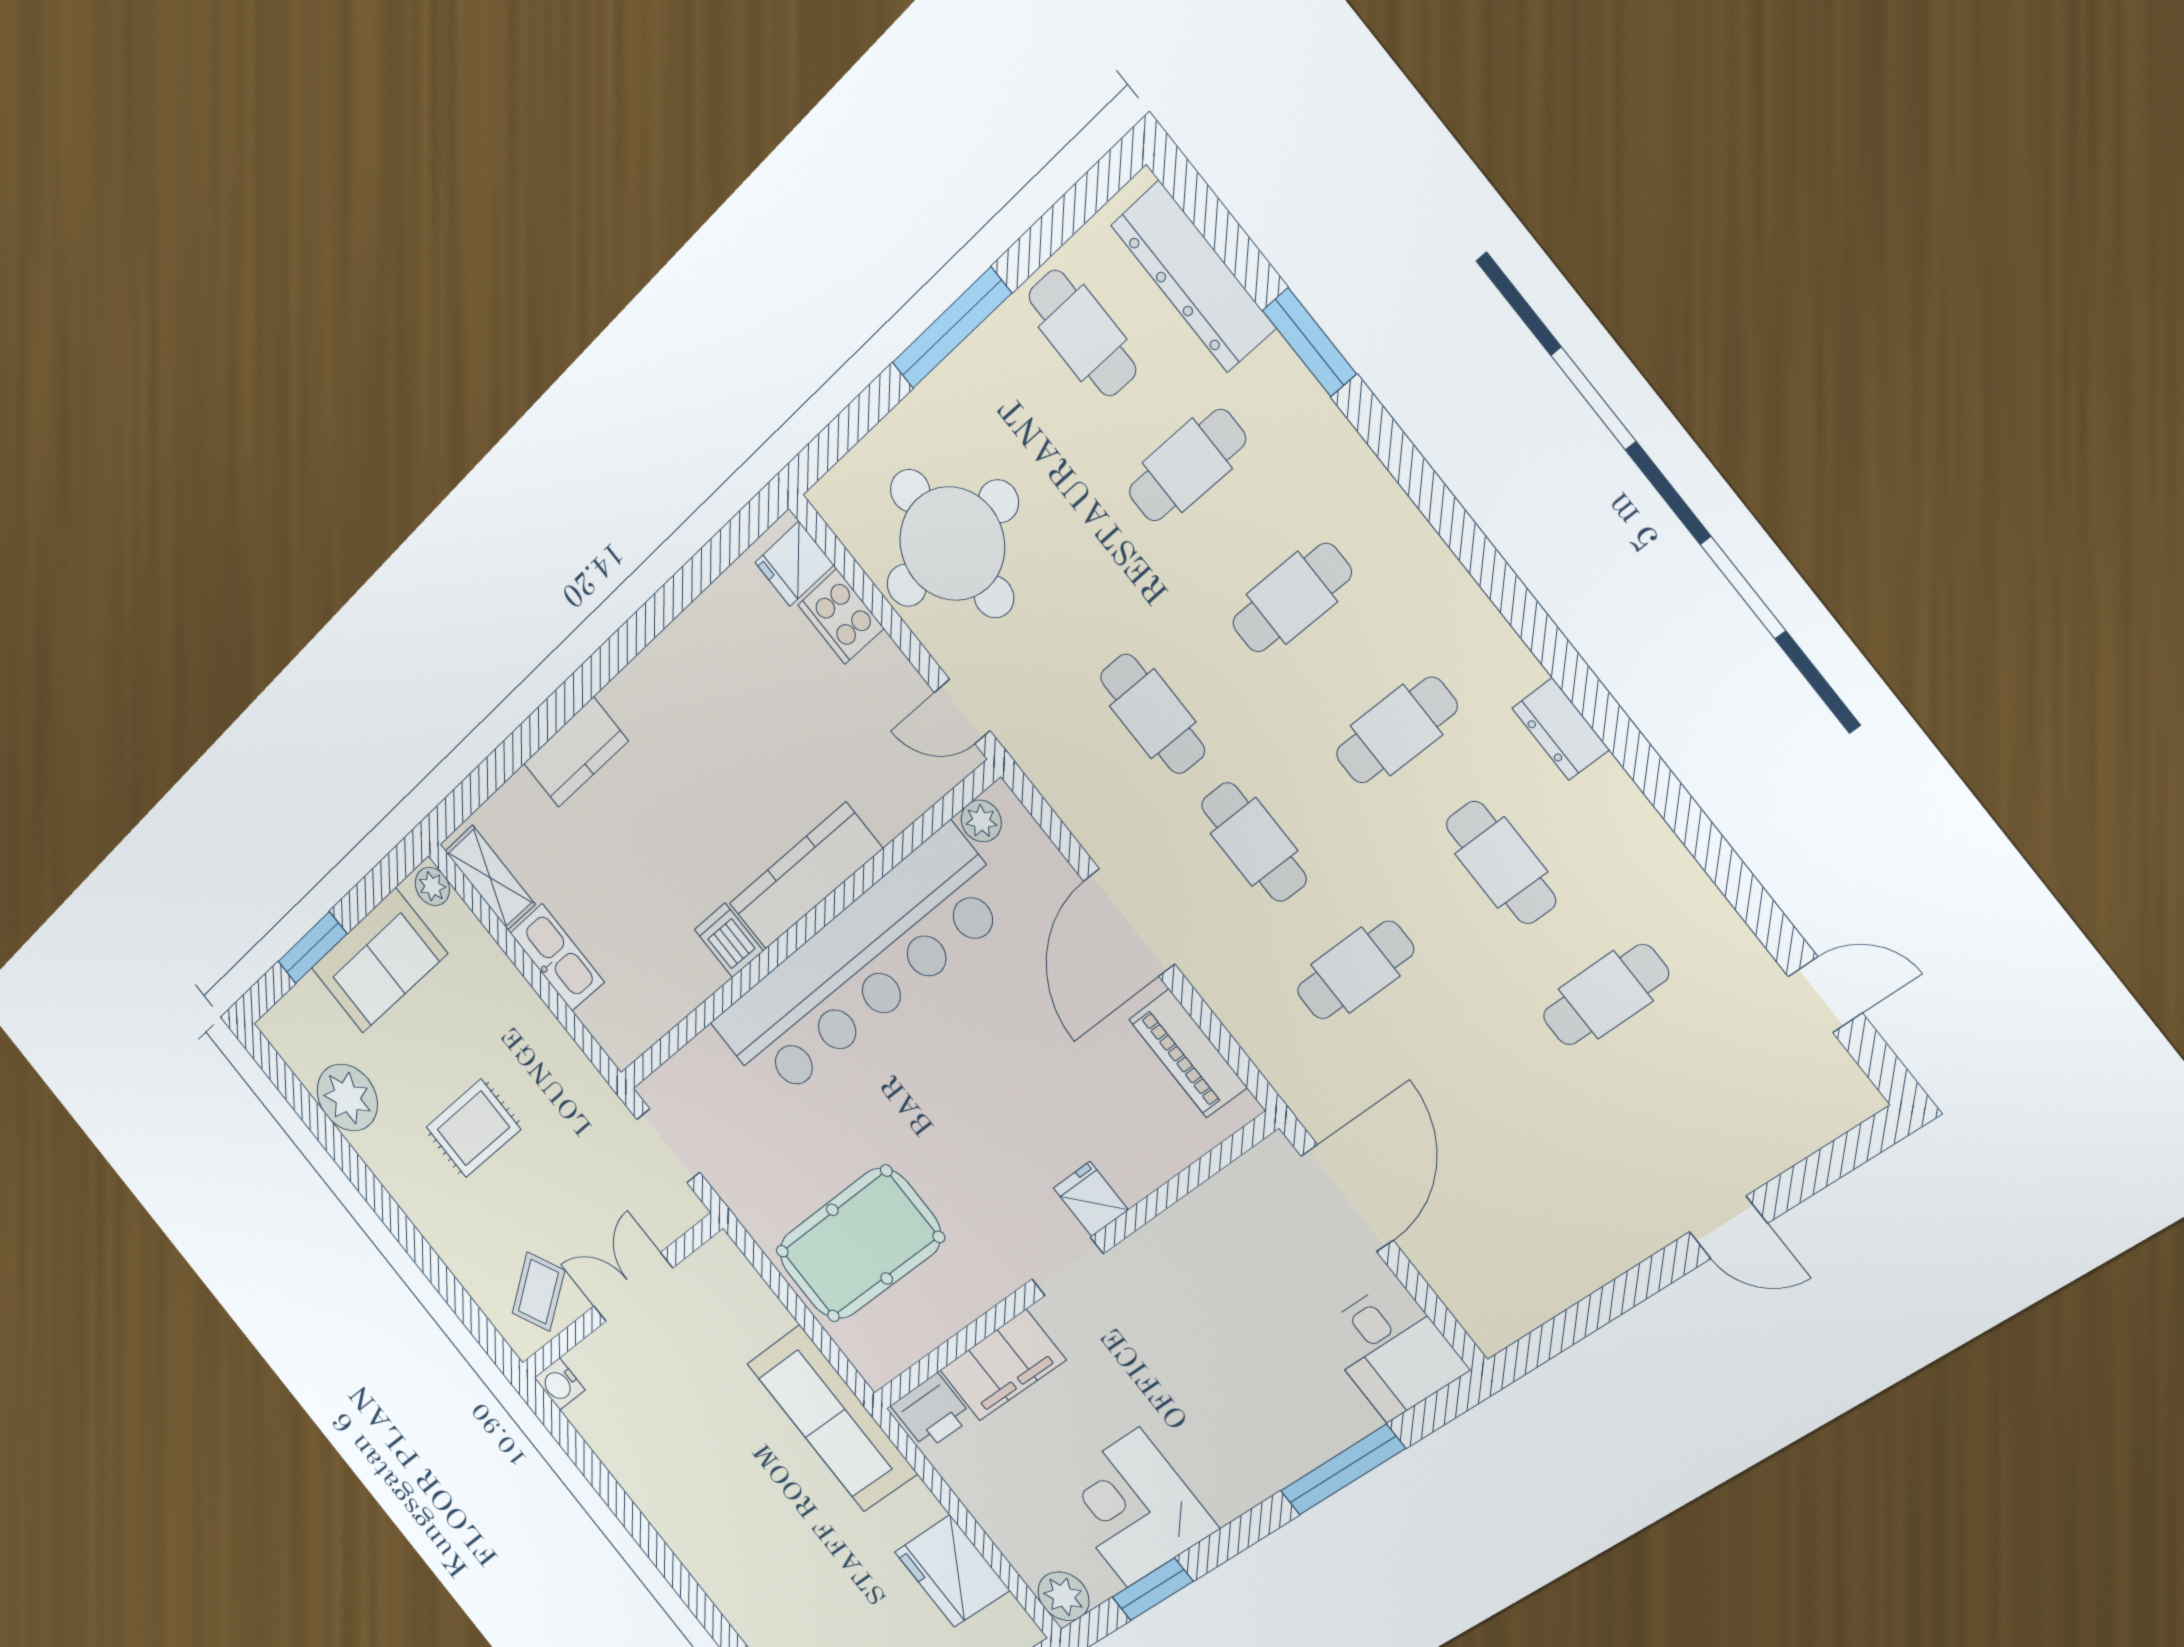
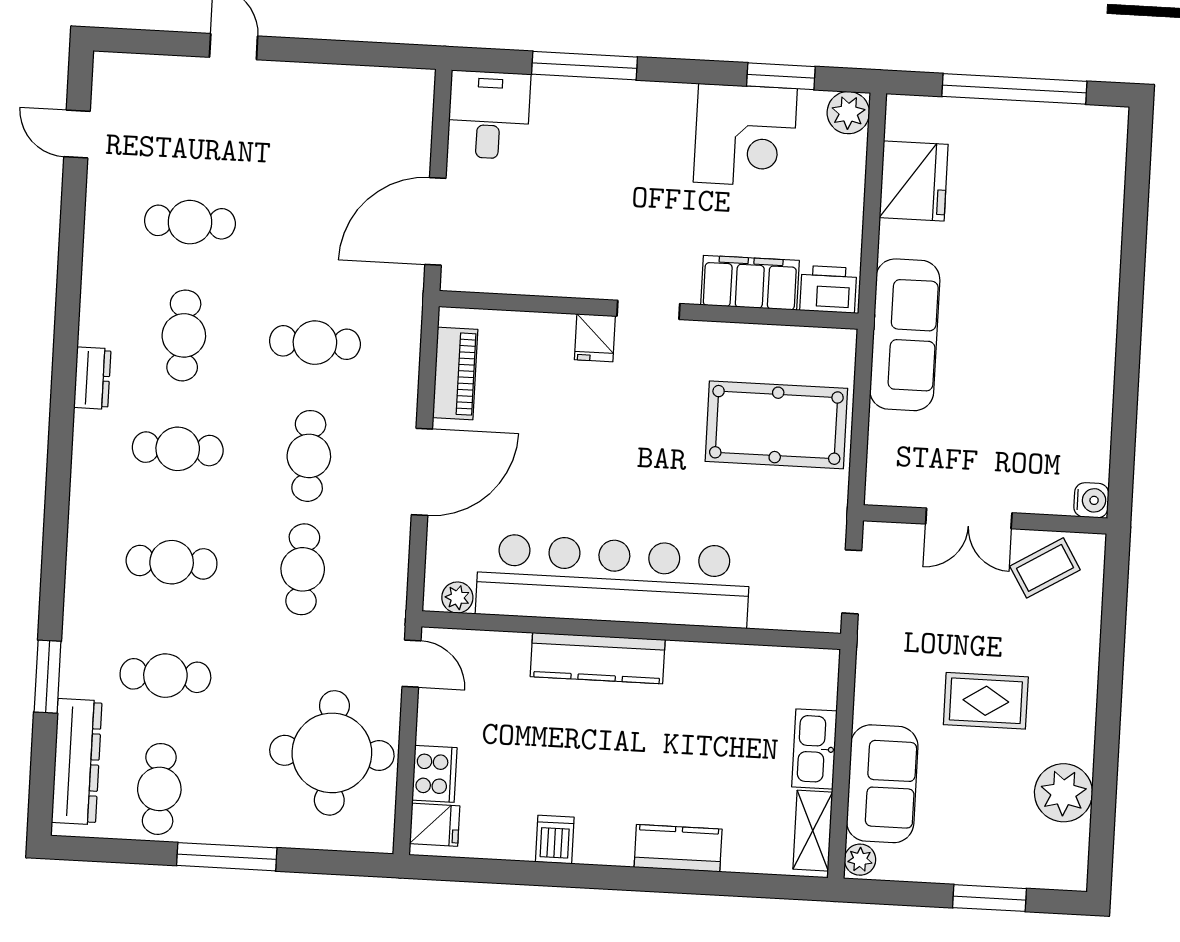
dishwasher: (729, 940) -> (555, 840), moved, turned 180
sofa: (379, 961) -> (882, 784), moved, turned 90

